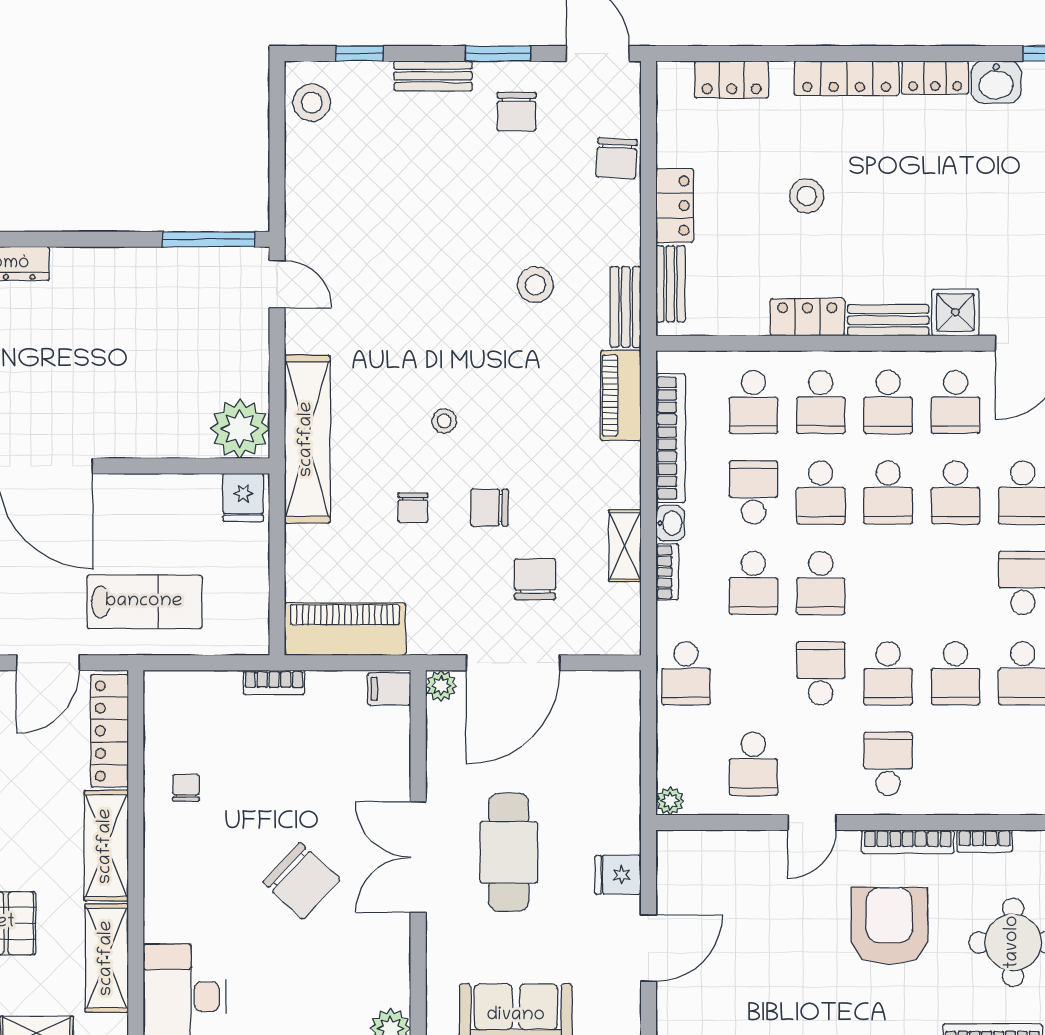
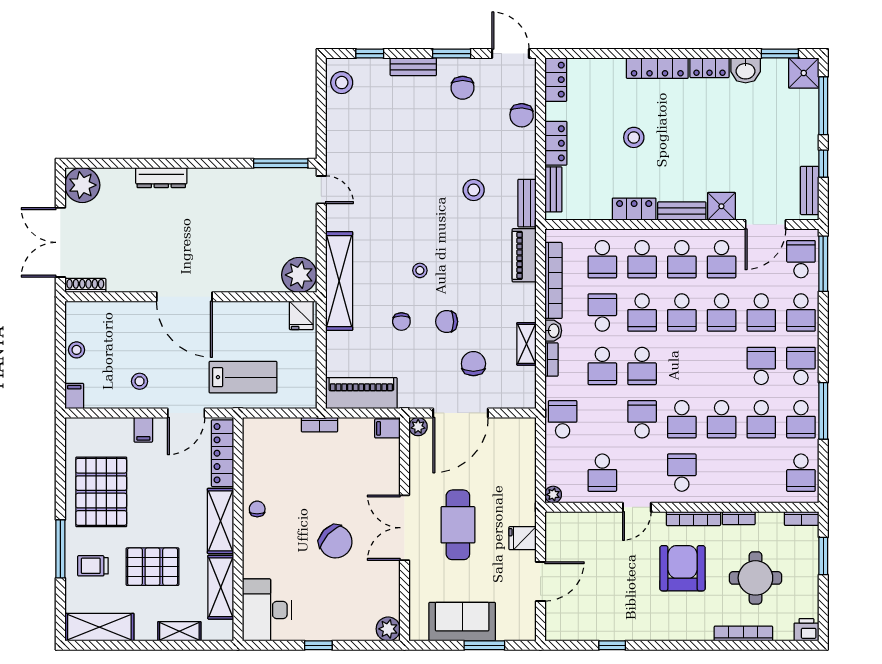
locker: (732, 80) -> (556, 80), moved, turned -90
school desk: (686, 673) -> (563, 419), turned 180
chair: (186, 788) -> (257, 509), moved

